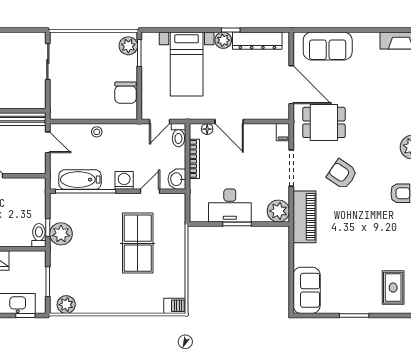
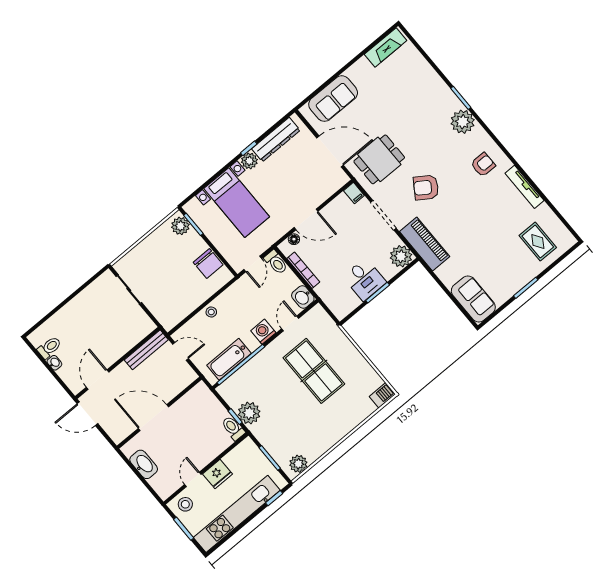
desk: (230, 205) -> (365, 279), width x0.73

